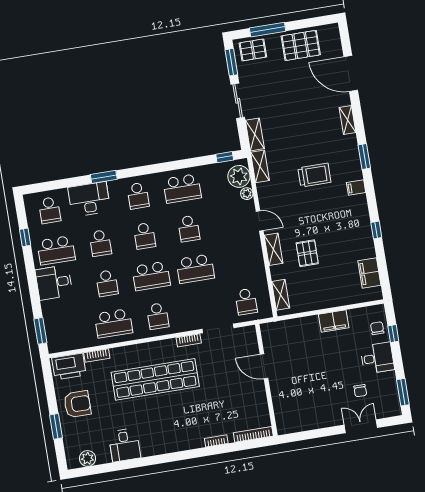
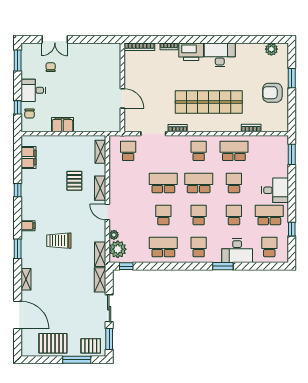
printer: (69, 366) -> (191, 52), moved, turned 180
desk: (124, 445) -> (220, 55), moved, width x1.37

